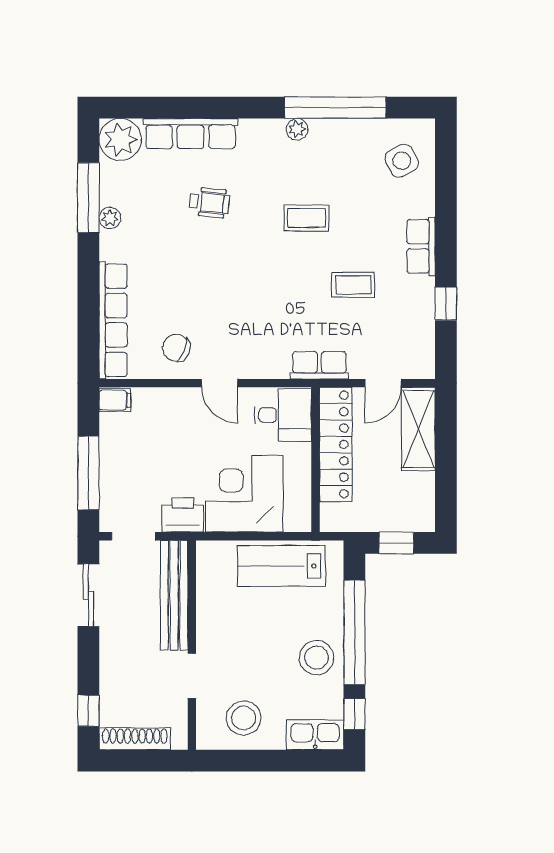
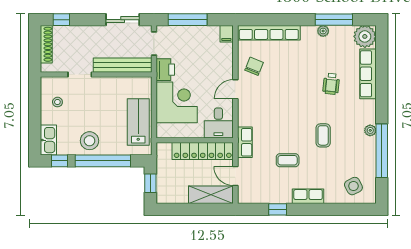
coffee table: (353, 285) -> (288, 160), turned 90
stool: (244, 718) -> (57, 102), width x0.53, depth x0.53

